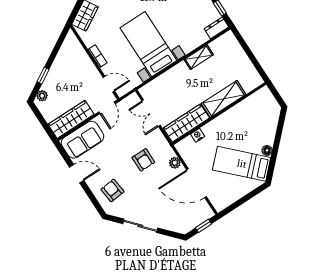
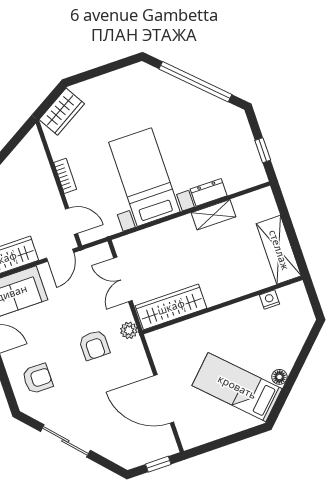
dresser: (216, 28) -> (209, 192), moved
shelving: (224, 99) -> (279, 250), moved, turned 90
nightstand: (198, 135) -> (270, 299), moved
plant: (175, 163) -> (129, 330), moved
armchair: (112, 190) -> (38, 379), turned 96

